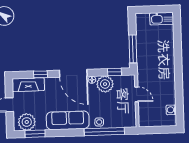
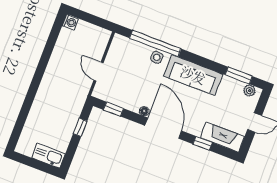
kitchen sink: (162, 19) -> (48, 156), moved
window: (133, 49) -> (80, 127), width x0.46
plant: (105, 84) -> (131, 100), removed
washing machine: (171, 110) -> (70, 22), moved
plant: (27, 122) -> (249, 91), width x0.53, depth x0.53

